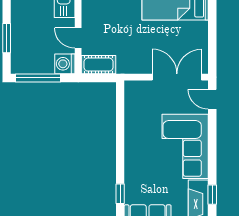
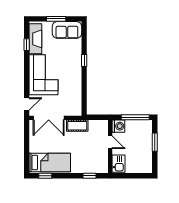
cot: (99, 65) -> (77, 126), moved
door: (212, 99) -> (27, 104), hinge flipped
window: (120, 194) -> (84, 60), moved

